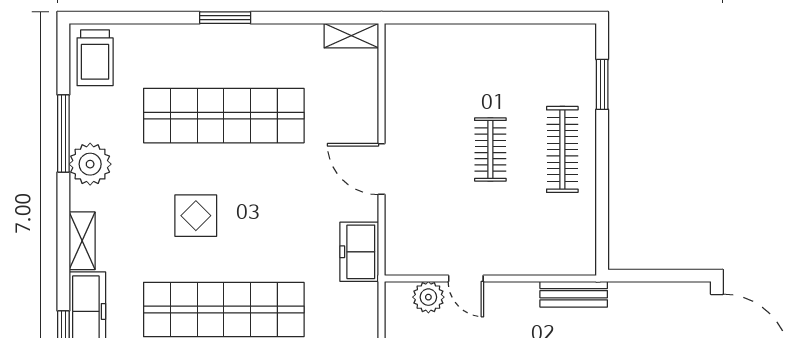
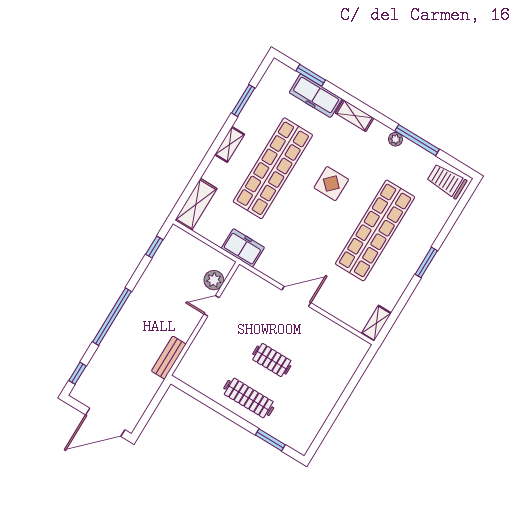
plant: (90, 164) -> (395, 139), width x0.53, depth x0.53
freezer: (359, 252) -> (243, 248), moved

